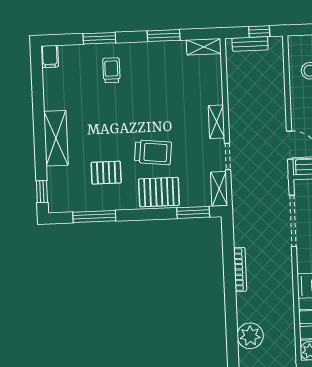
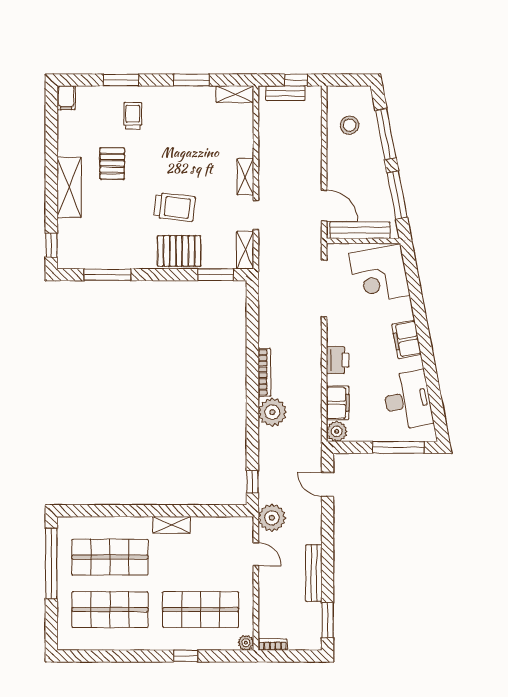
pallet: (106, 173) -> (112, 163), moved, turned 90
bookcase: (240, 269) -> (264, 372), moved

